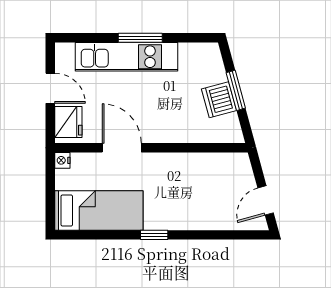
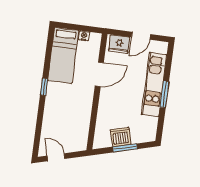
nightstand: (62, 160) -> (84, 36), moved

